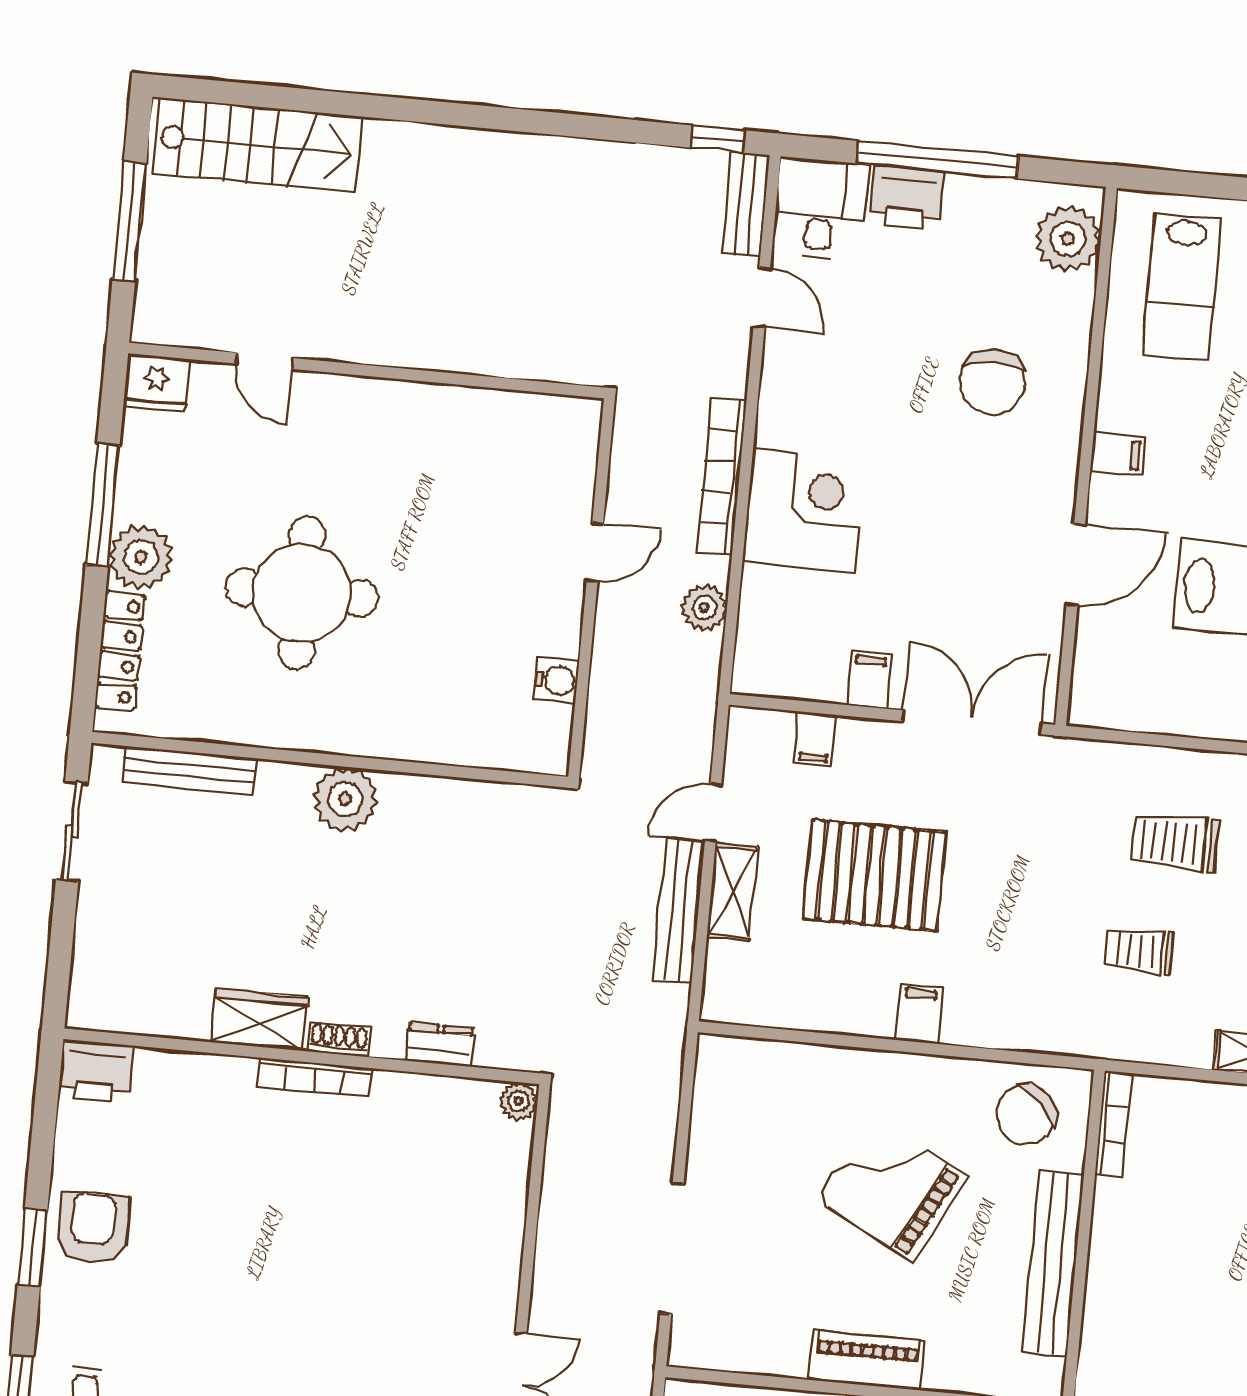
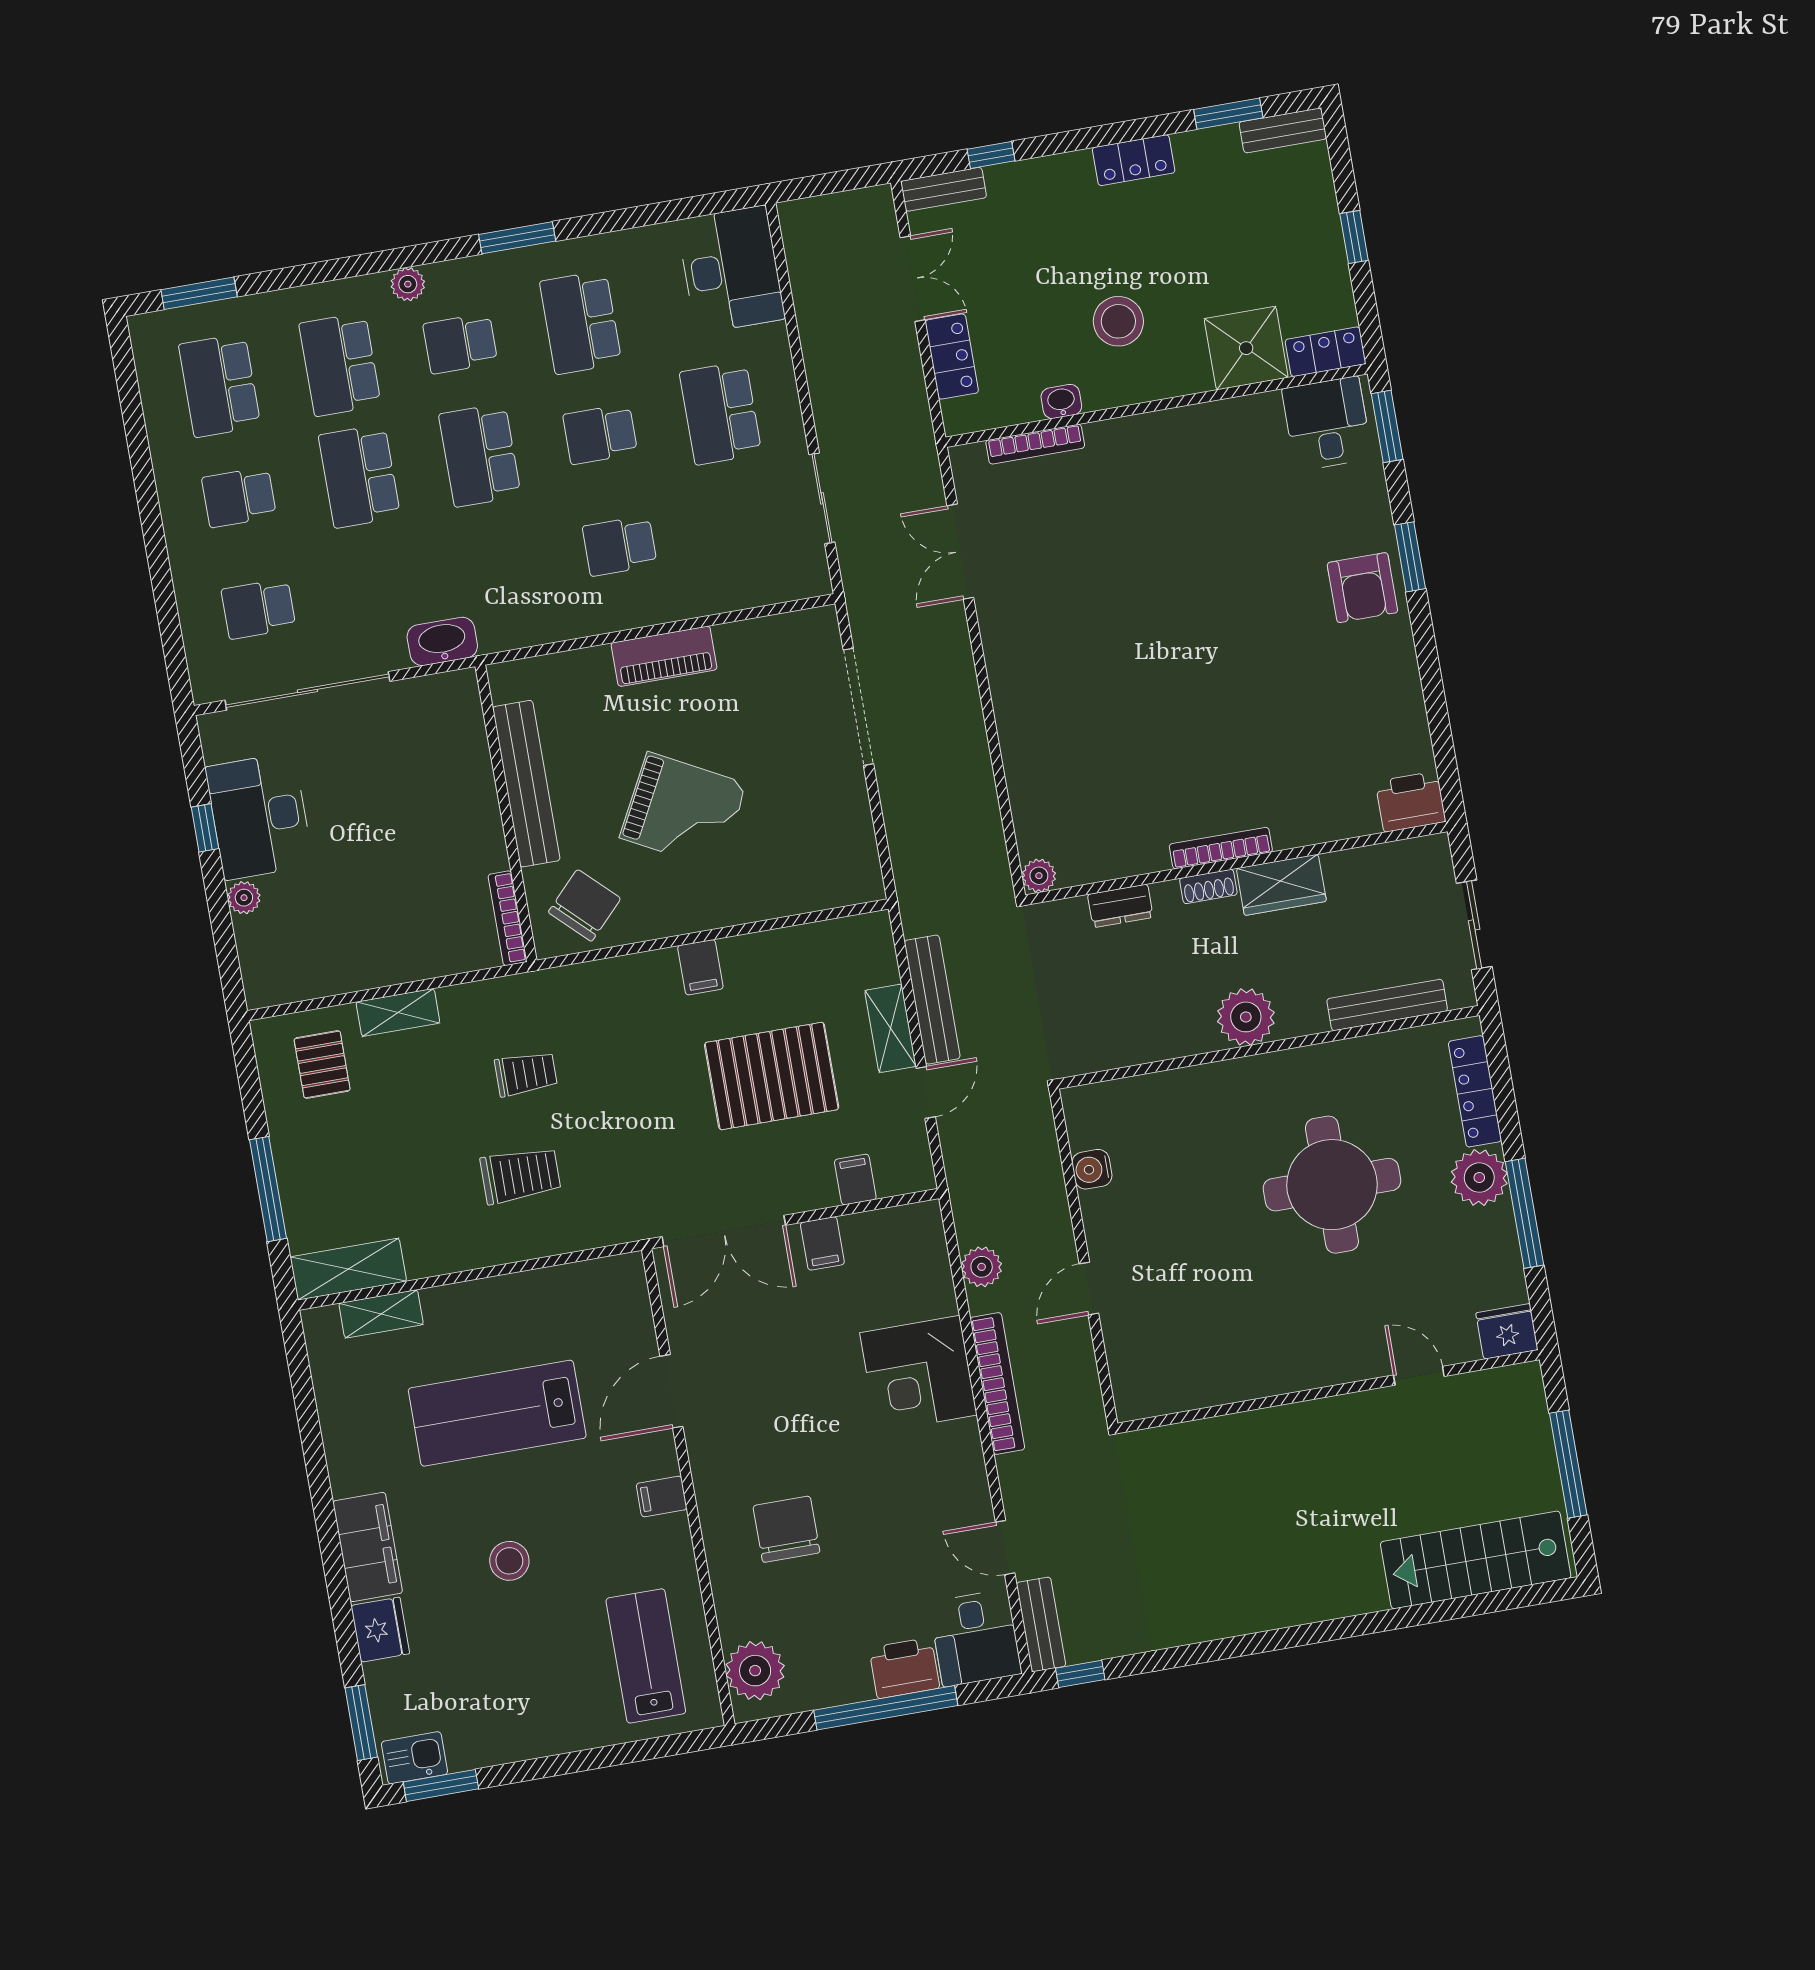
wardrobe: (260, 1020) -> (1281, 885), moved
shoe rack: (339, 1039) -> (1208, 886), moved
dresser: (440, 1045) -> (1120, 906), moved
wall: (302, 1056) -> (1236, 863), moved
printer: (96, 1071) -> (1411, 802), moved
bookcase: (314, 1077) -> (1221, 848), moved
plant: (519, 1101) -> (1039, 876), moved

